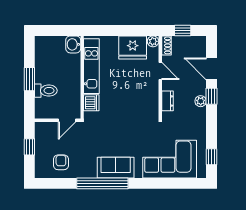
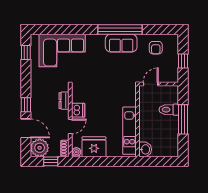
door: (160, 71) -> (70, 126), swing flipped
window: (29, 79) -> (183, 119), width x1.44
plant: (201, 101) -> (40, 148), moved, width x1.87, depth x1.87
dishwasher: (91, 103) -> (78, 110), moved, turned 180
sofa: (116, 168) -> (121, 43), moved

